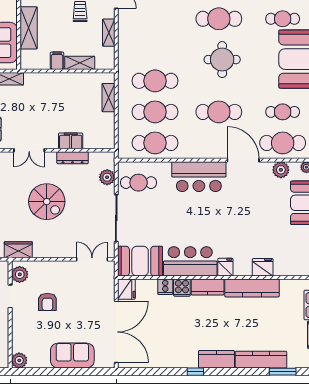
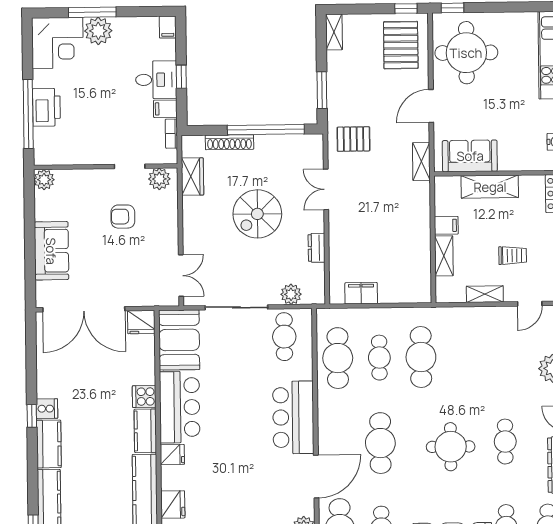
cafe table: (219, 19) -> (505, 442), width x0.73, depth x0.74
shelving: (108, 98) -> (398, 295), removed
cafe table: (155, 112) -> (379, 358), width x0.73, depth x0.74
filing cabinet: (71, 141) -> (361, 293), moved, turned -90
dresser: (73, 158) -> (317, 248), width x0.70
cooker: (165, 287) -> (47, 409), moved, turned 180

